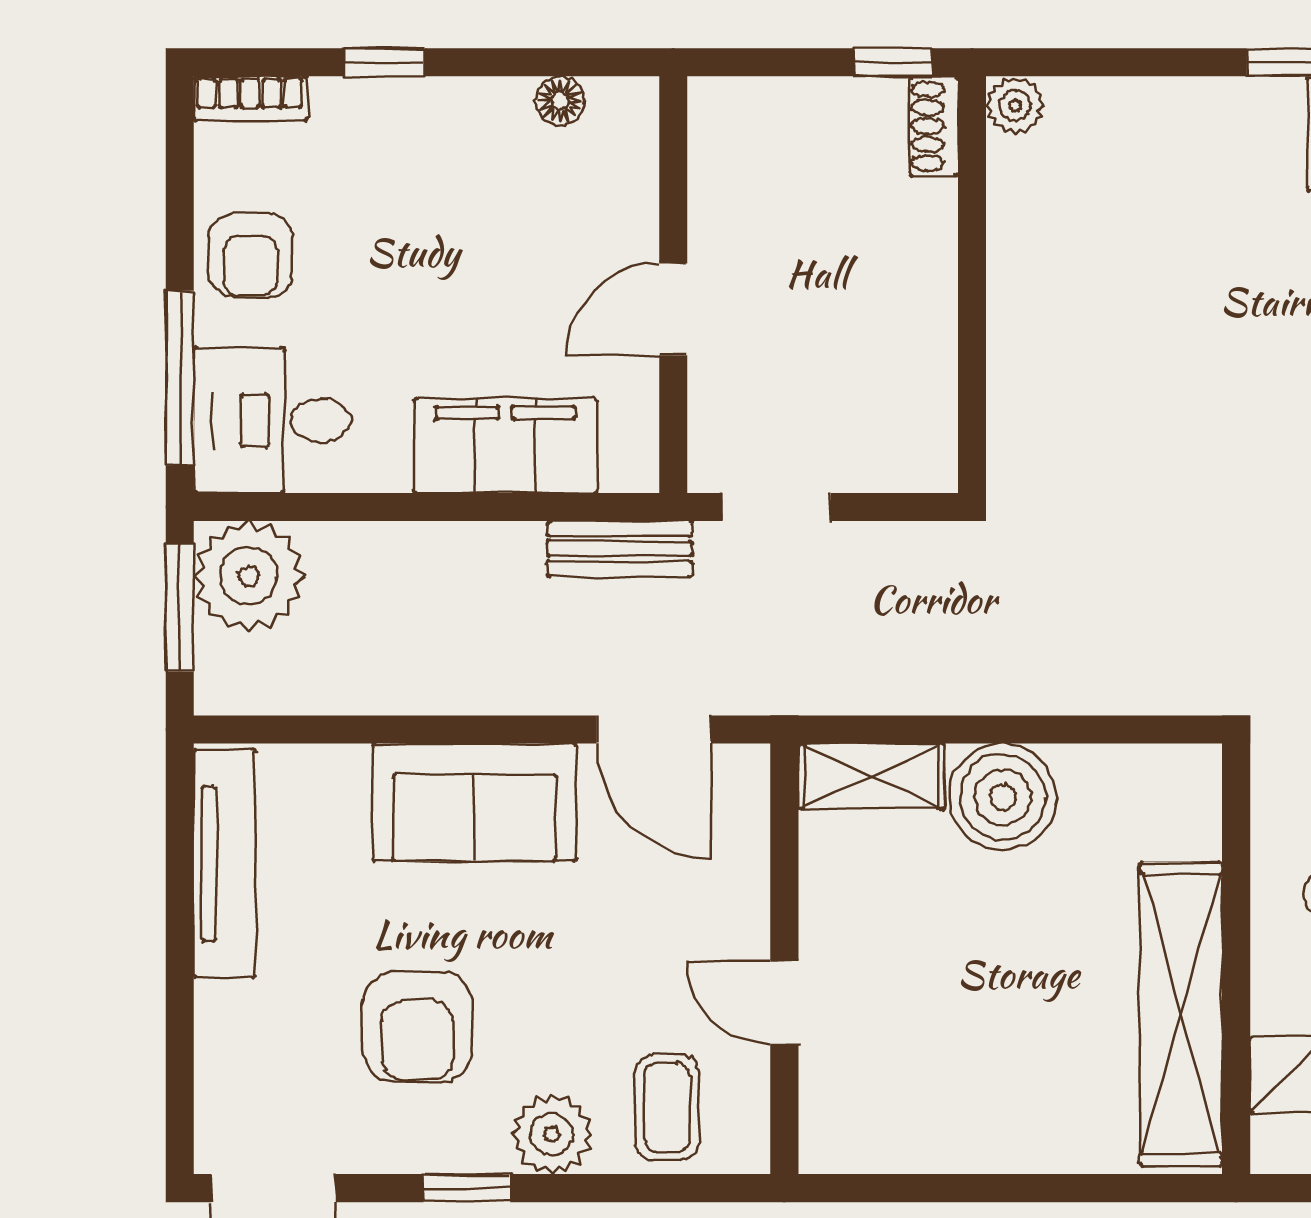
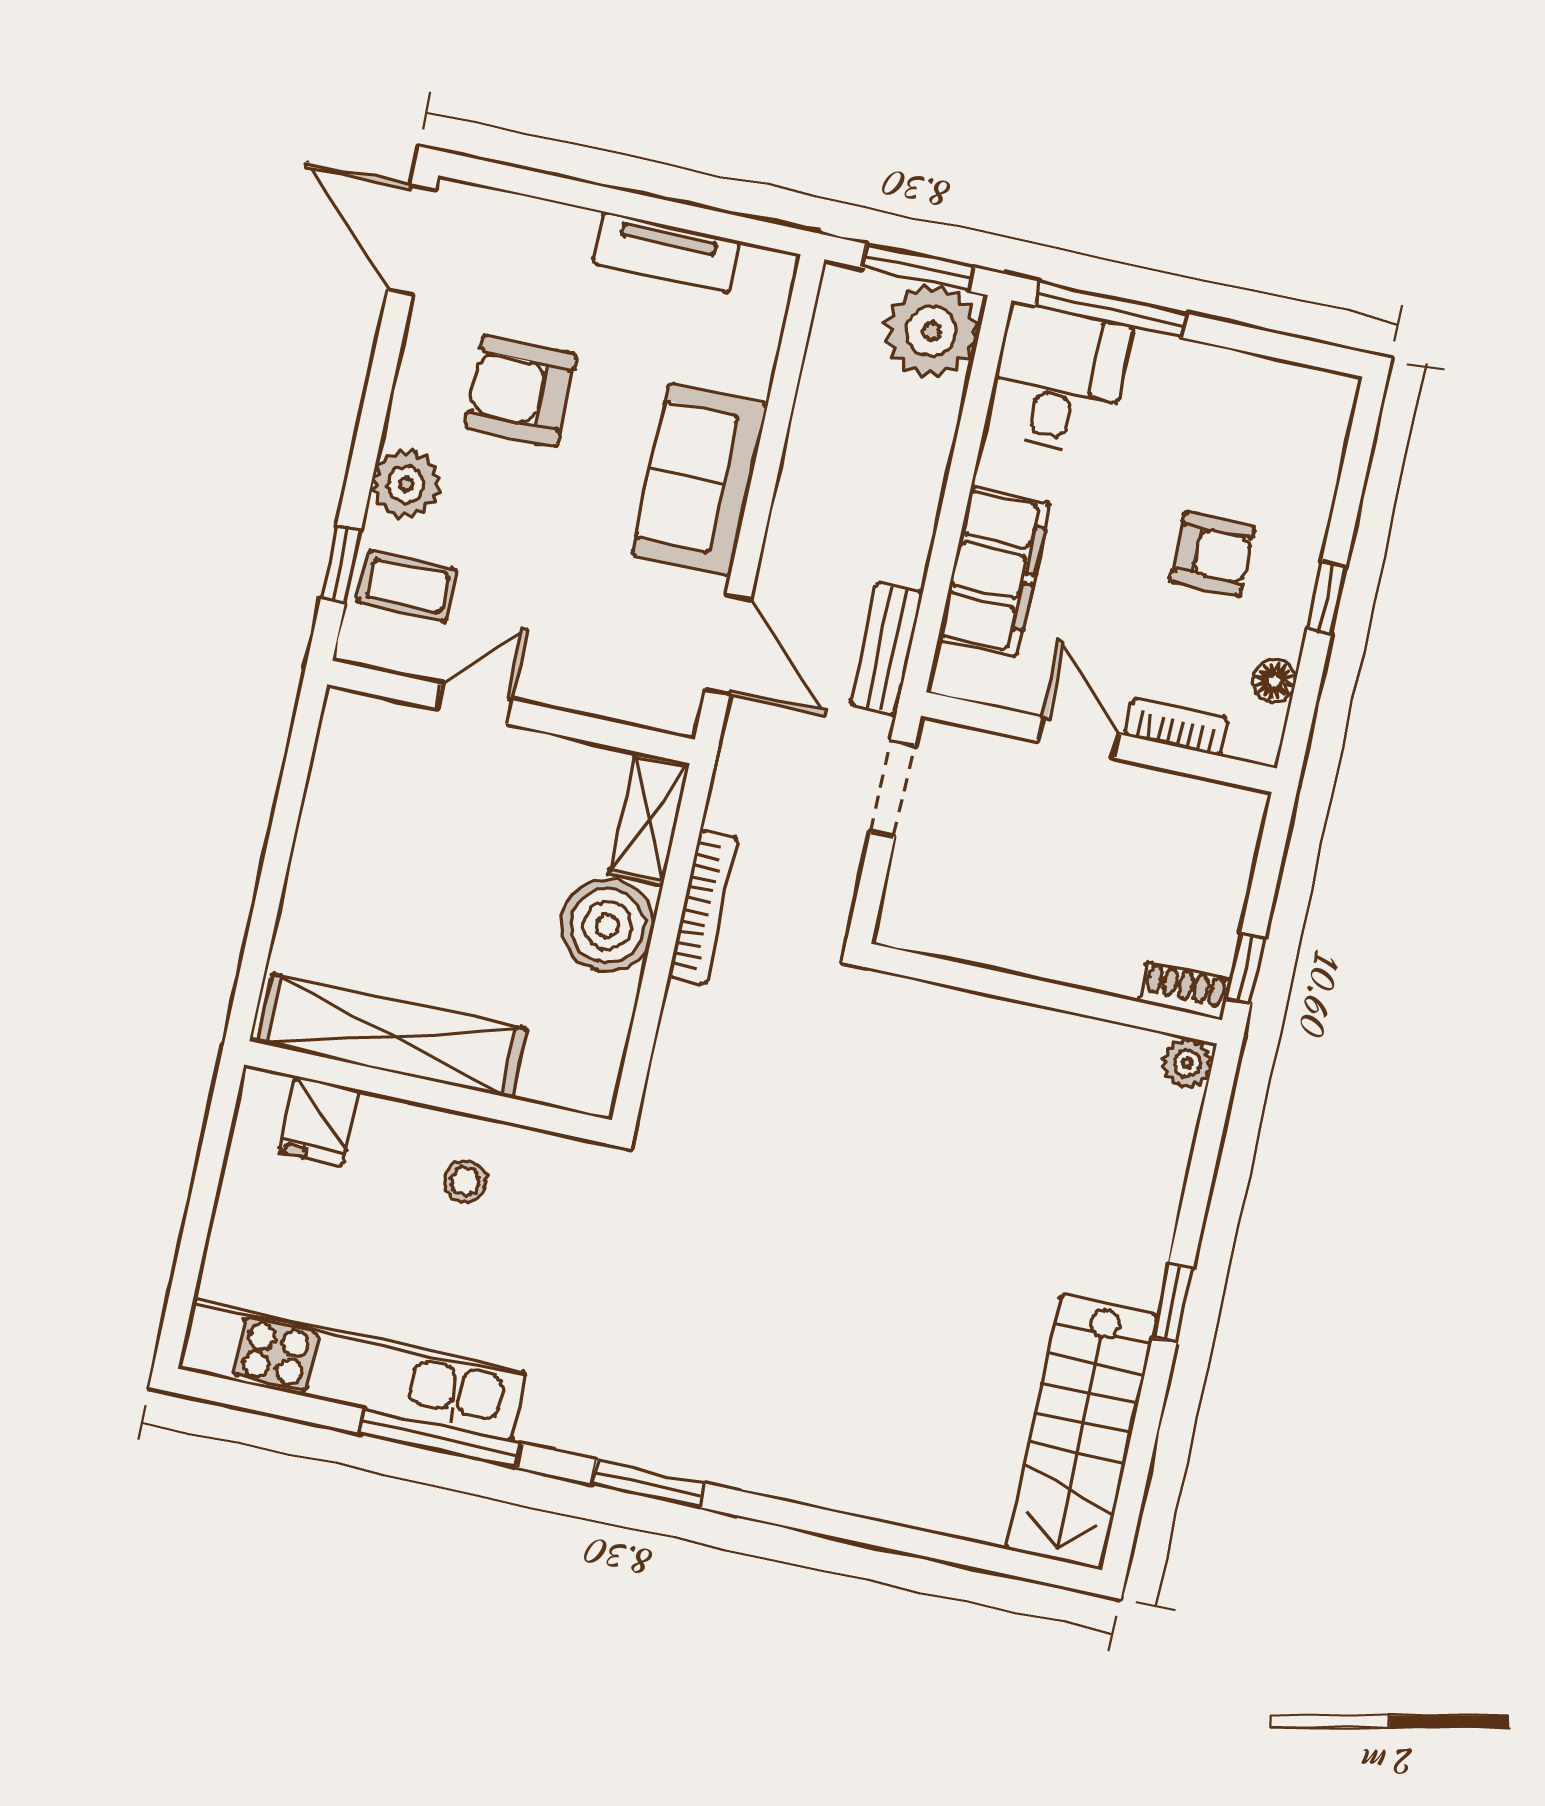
window: (384, 62) -> (1327, 598), moved
bookcase: (250, 99) -> (1176, 727), moved, turned 90
armchair: (251, 255) -> (1212, 554), moved, turned 180
bookcase: (958, 693) -> (703, 907), added
door: (654, 729) -> (728, 644), swing flipped
tv unit: (224, 864) -> (666, 252), width x0.71
window: (467, 1188) -> (341, 565), moved

